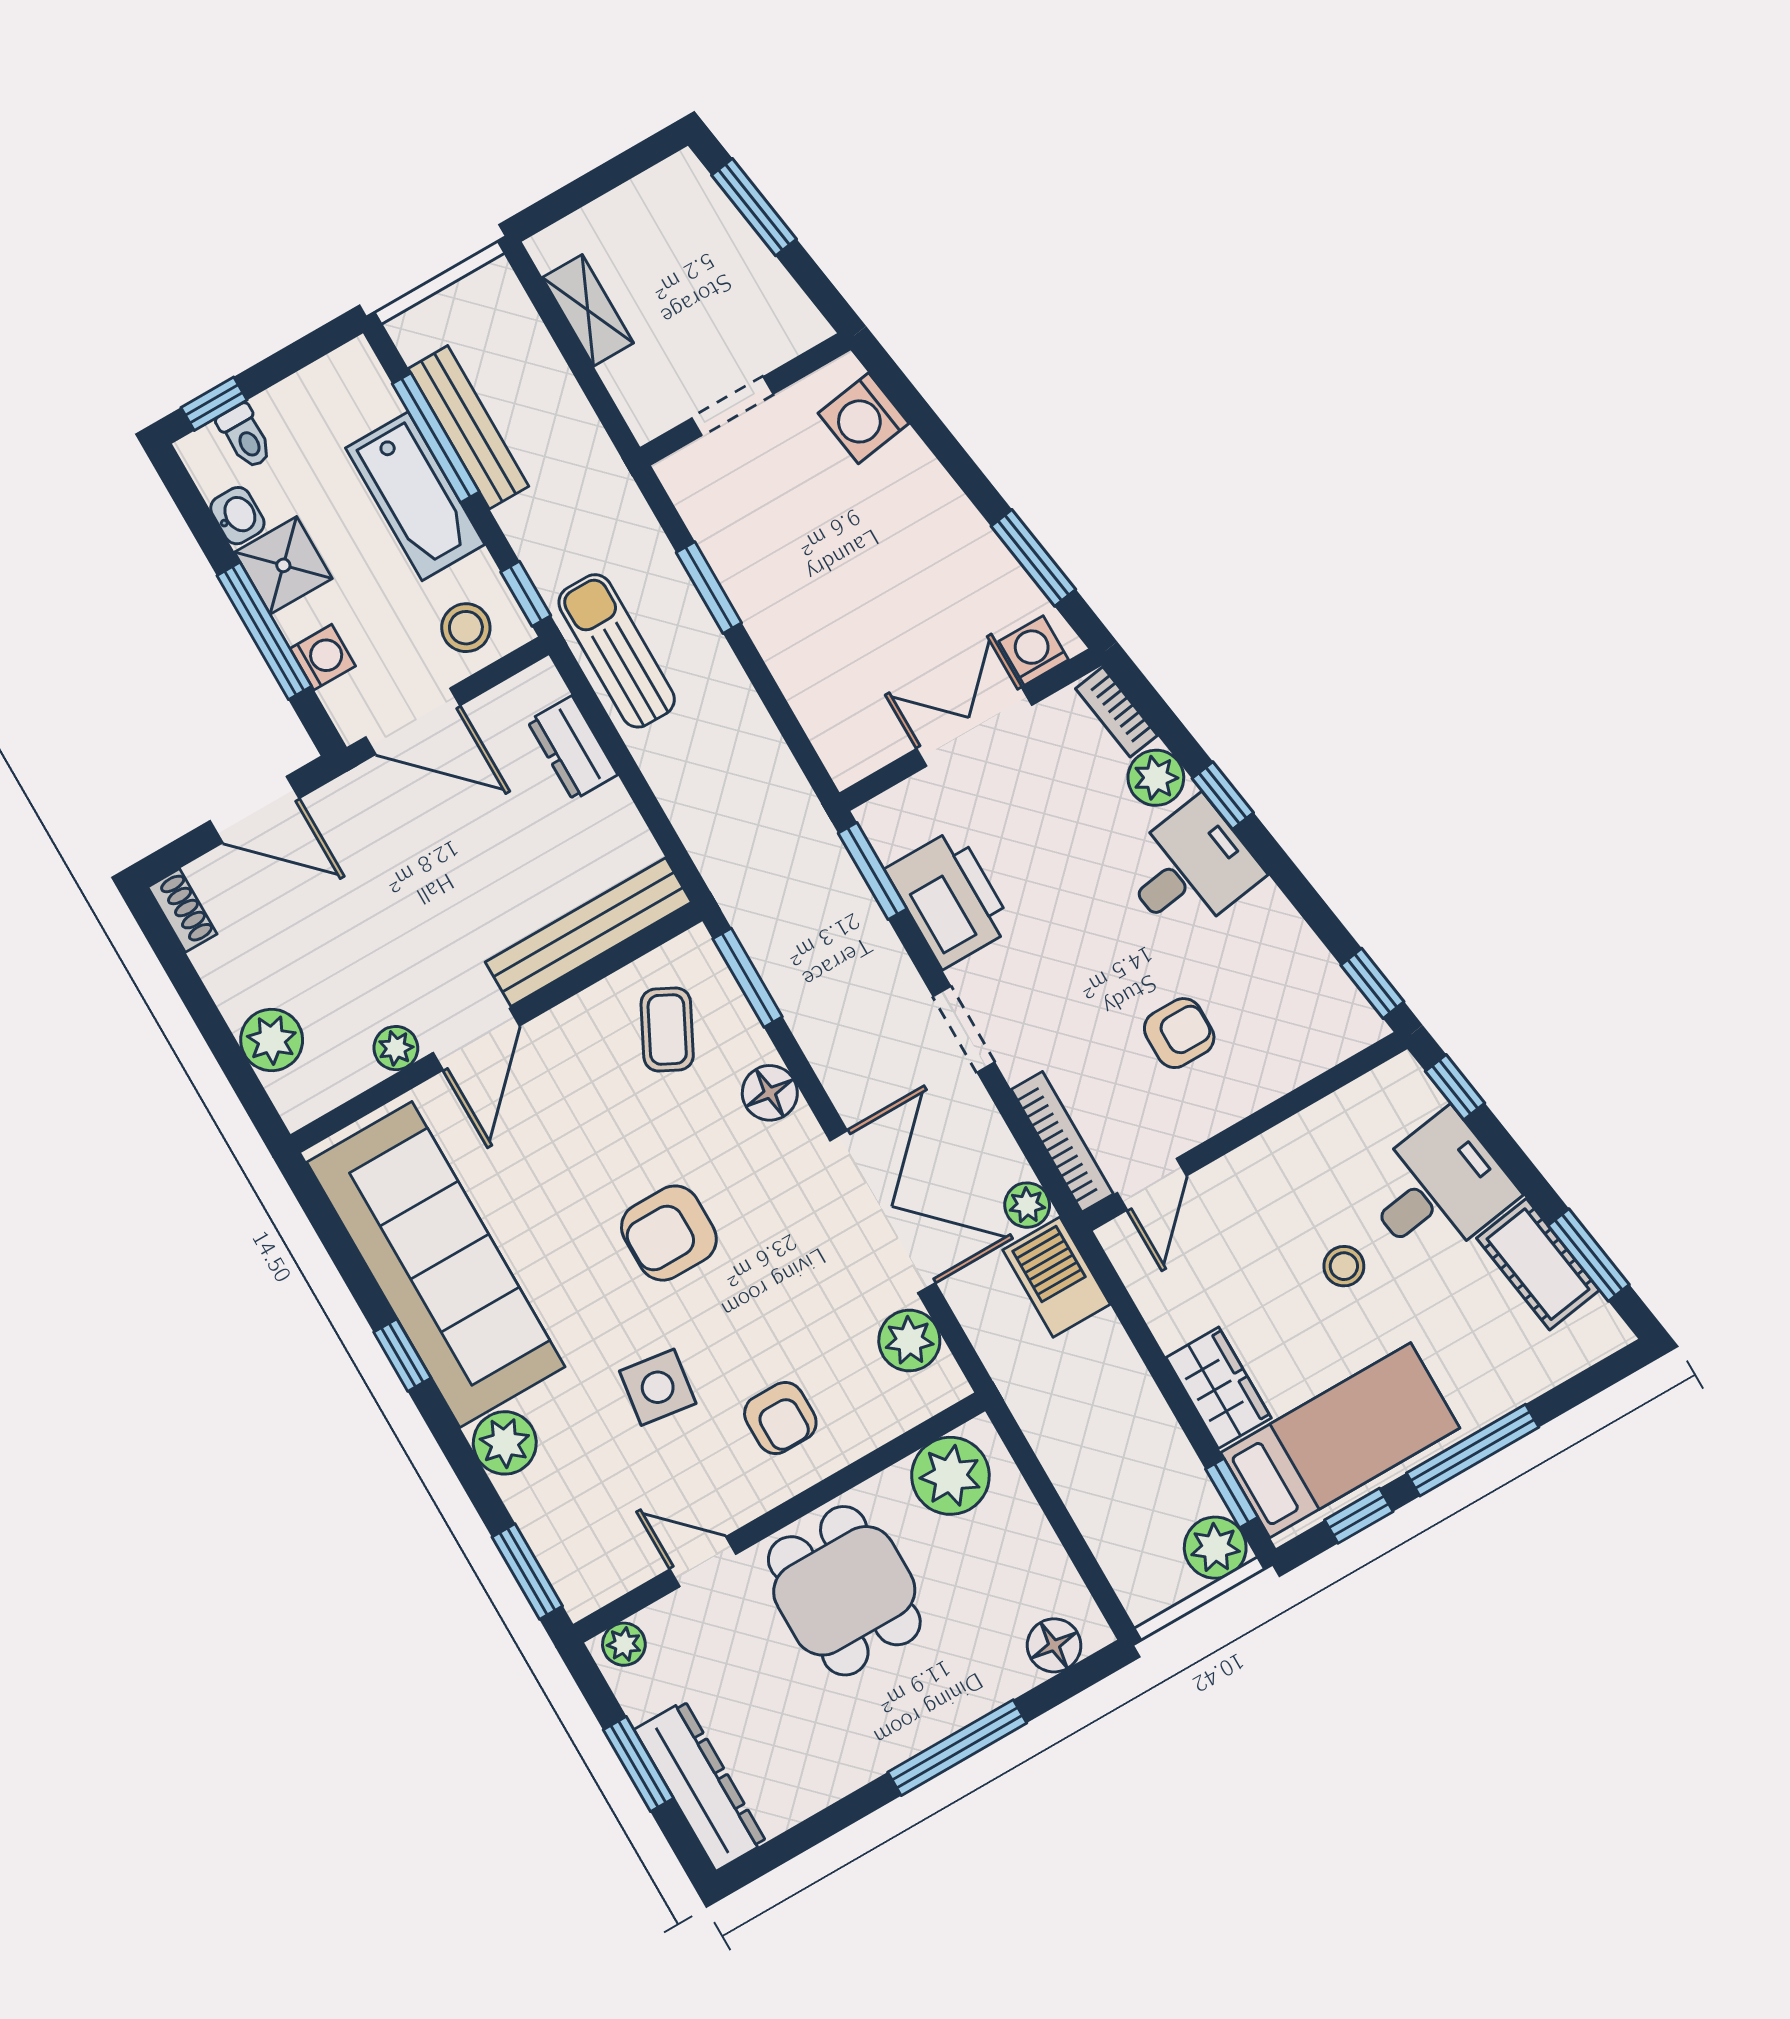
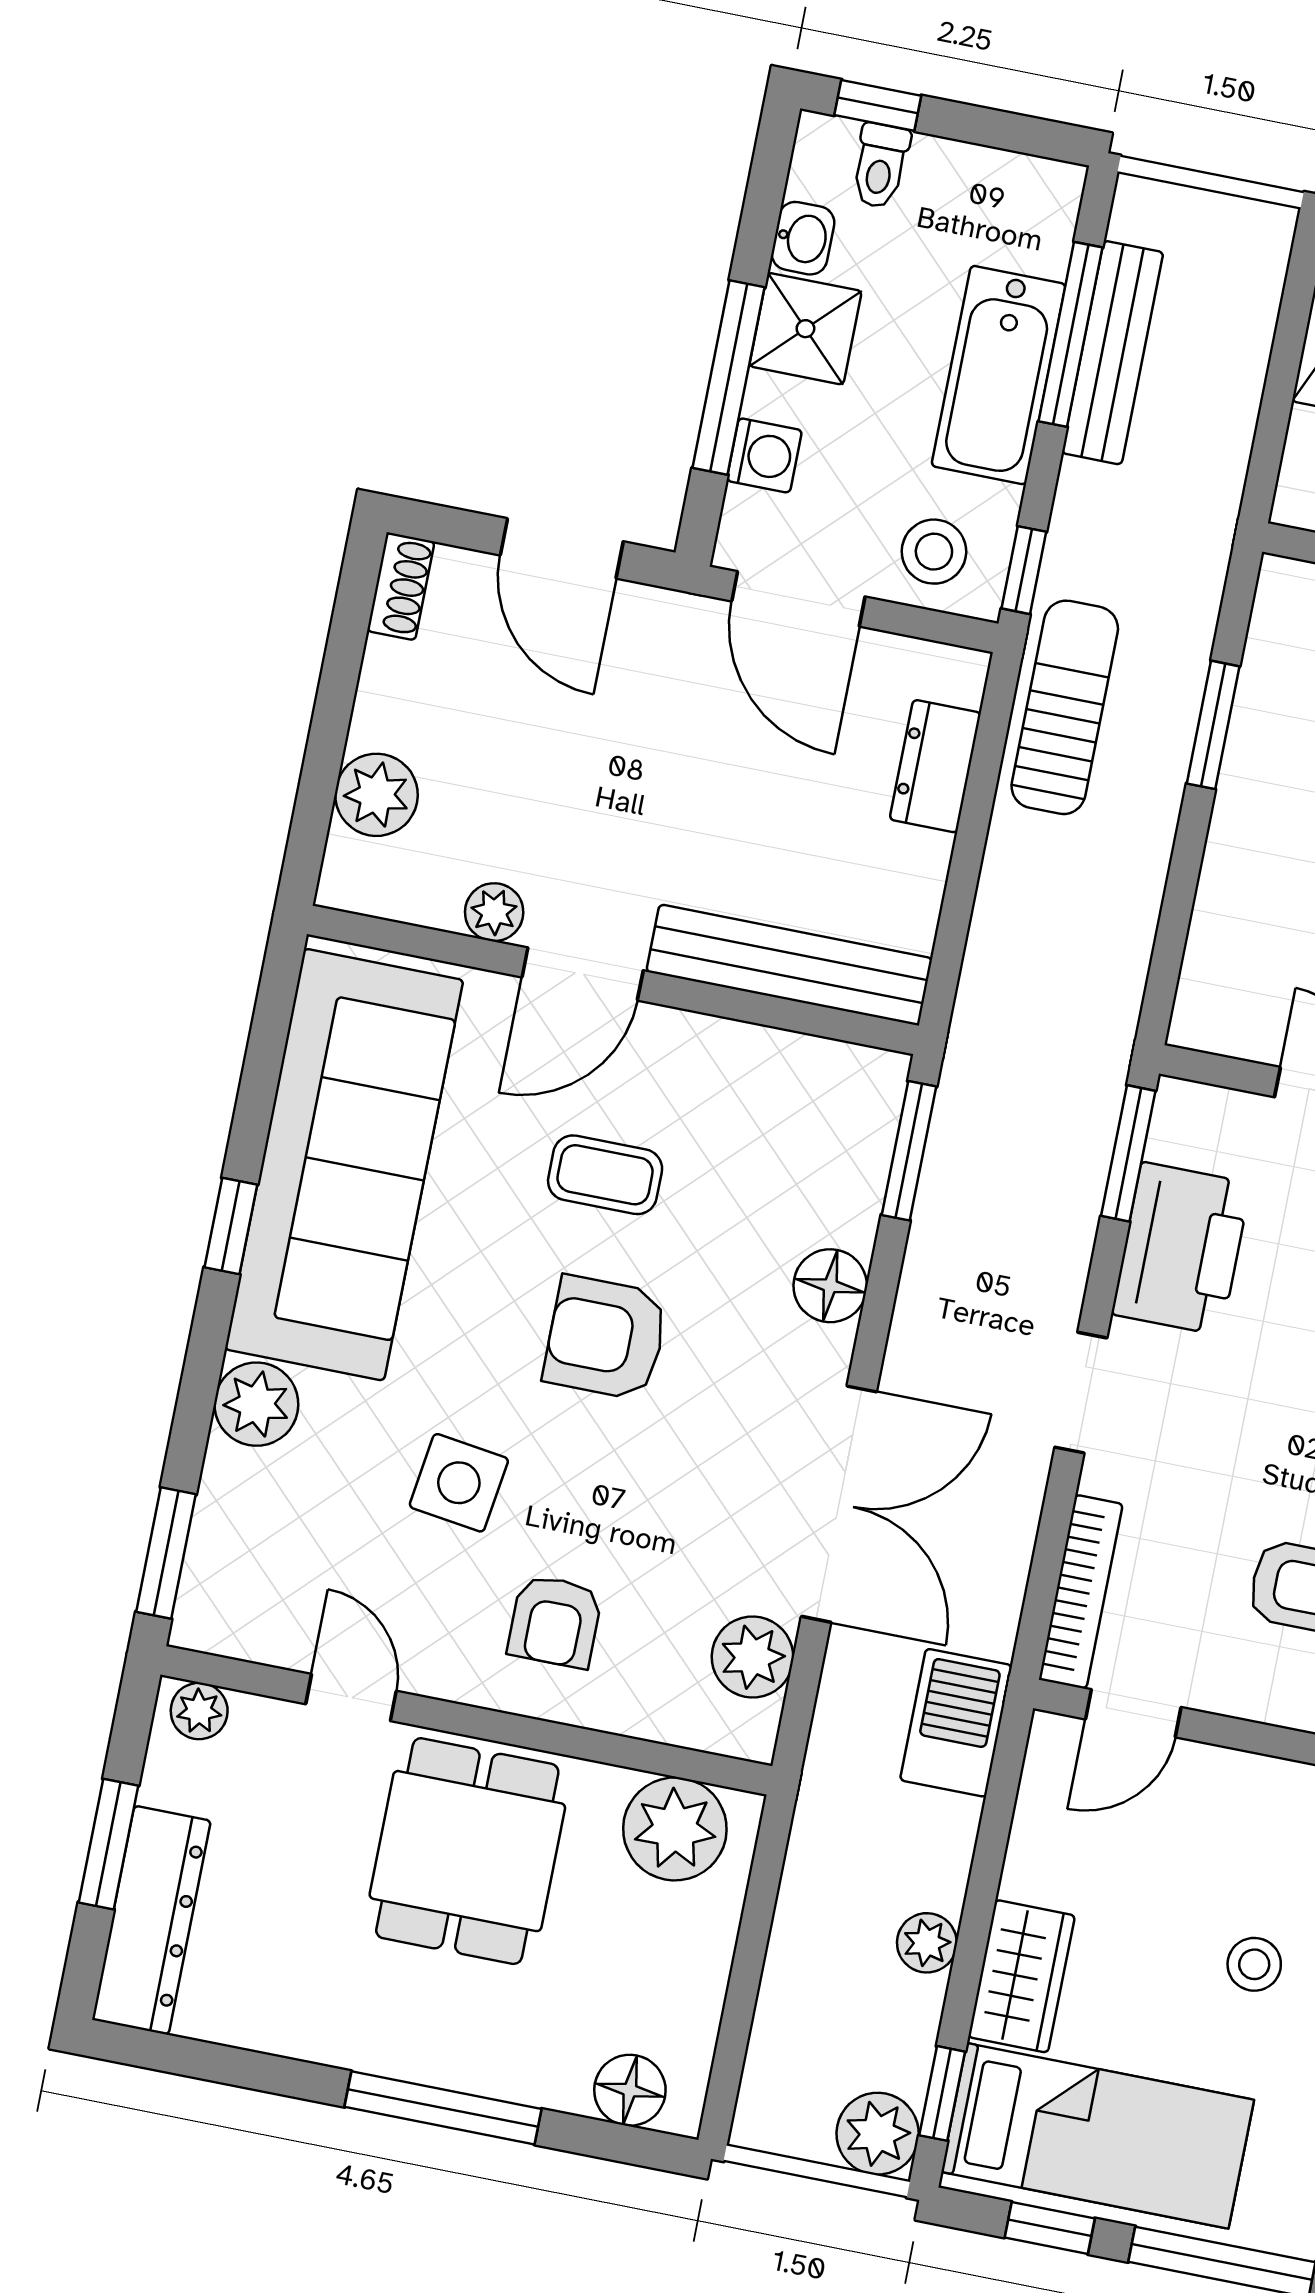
coffee table: (667, 1029) -> (605, 1175), moved, turned 63
plant: (1027, 1205) -> (927, 1943), moved

